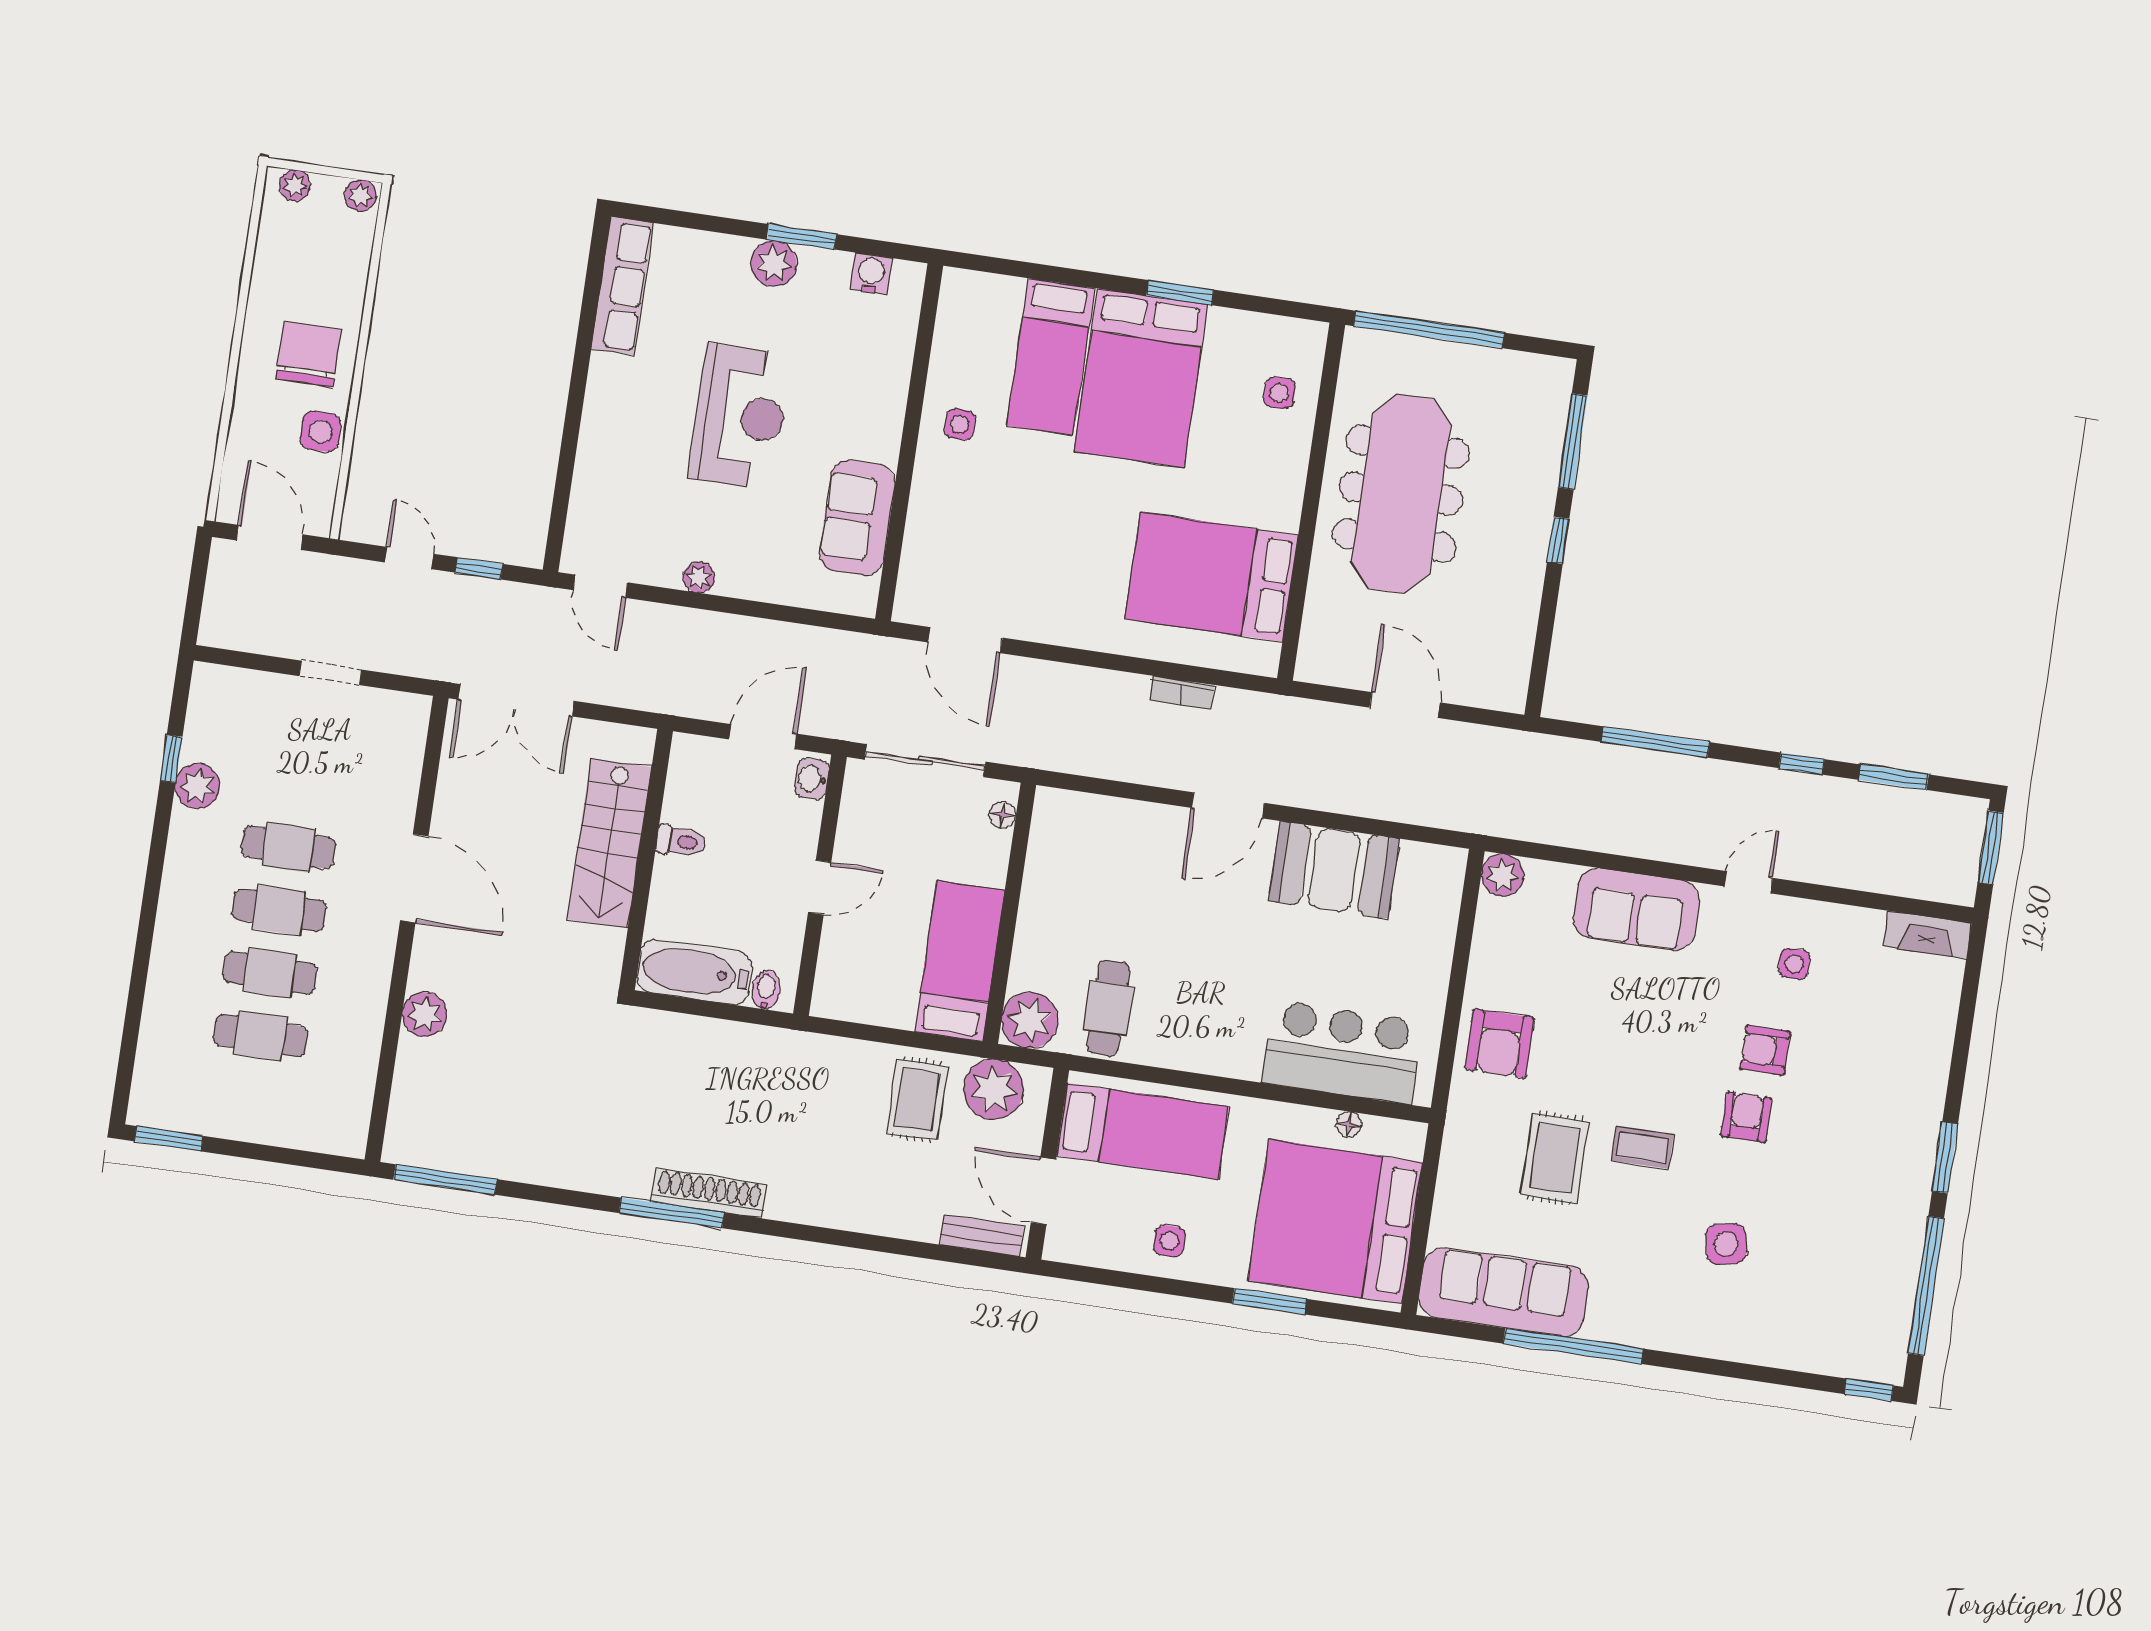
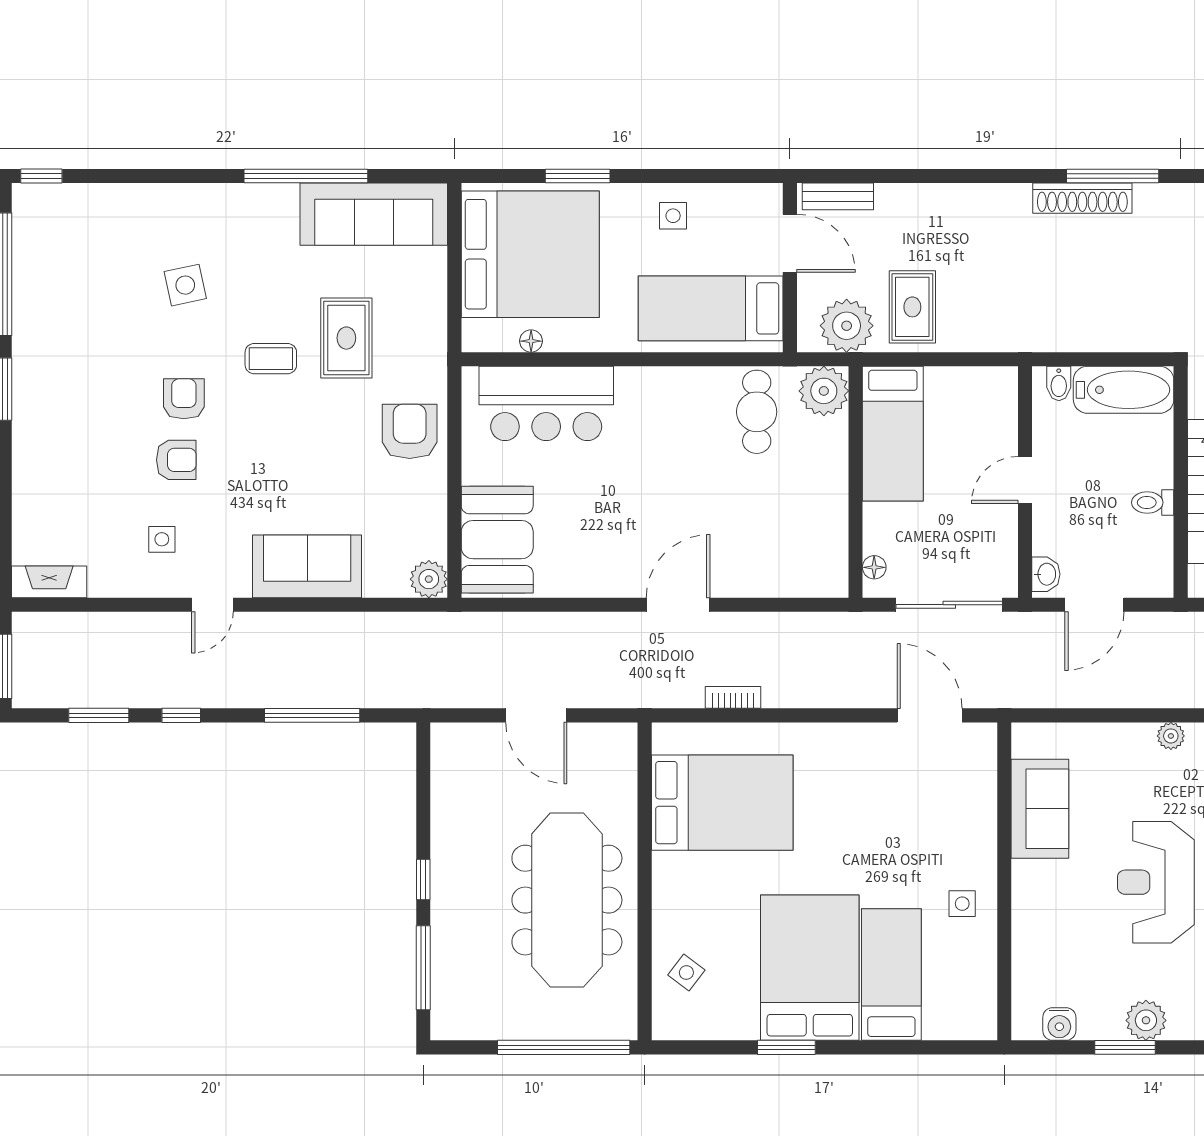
side table: (1279, 393) -> (686, 973), turned 37
booth: (1334, 870) -> (497, 540), moved, turned 90
armchair: (1746, 1117) -> (184, 399), turned 180

